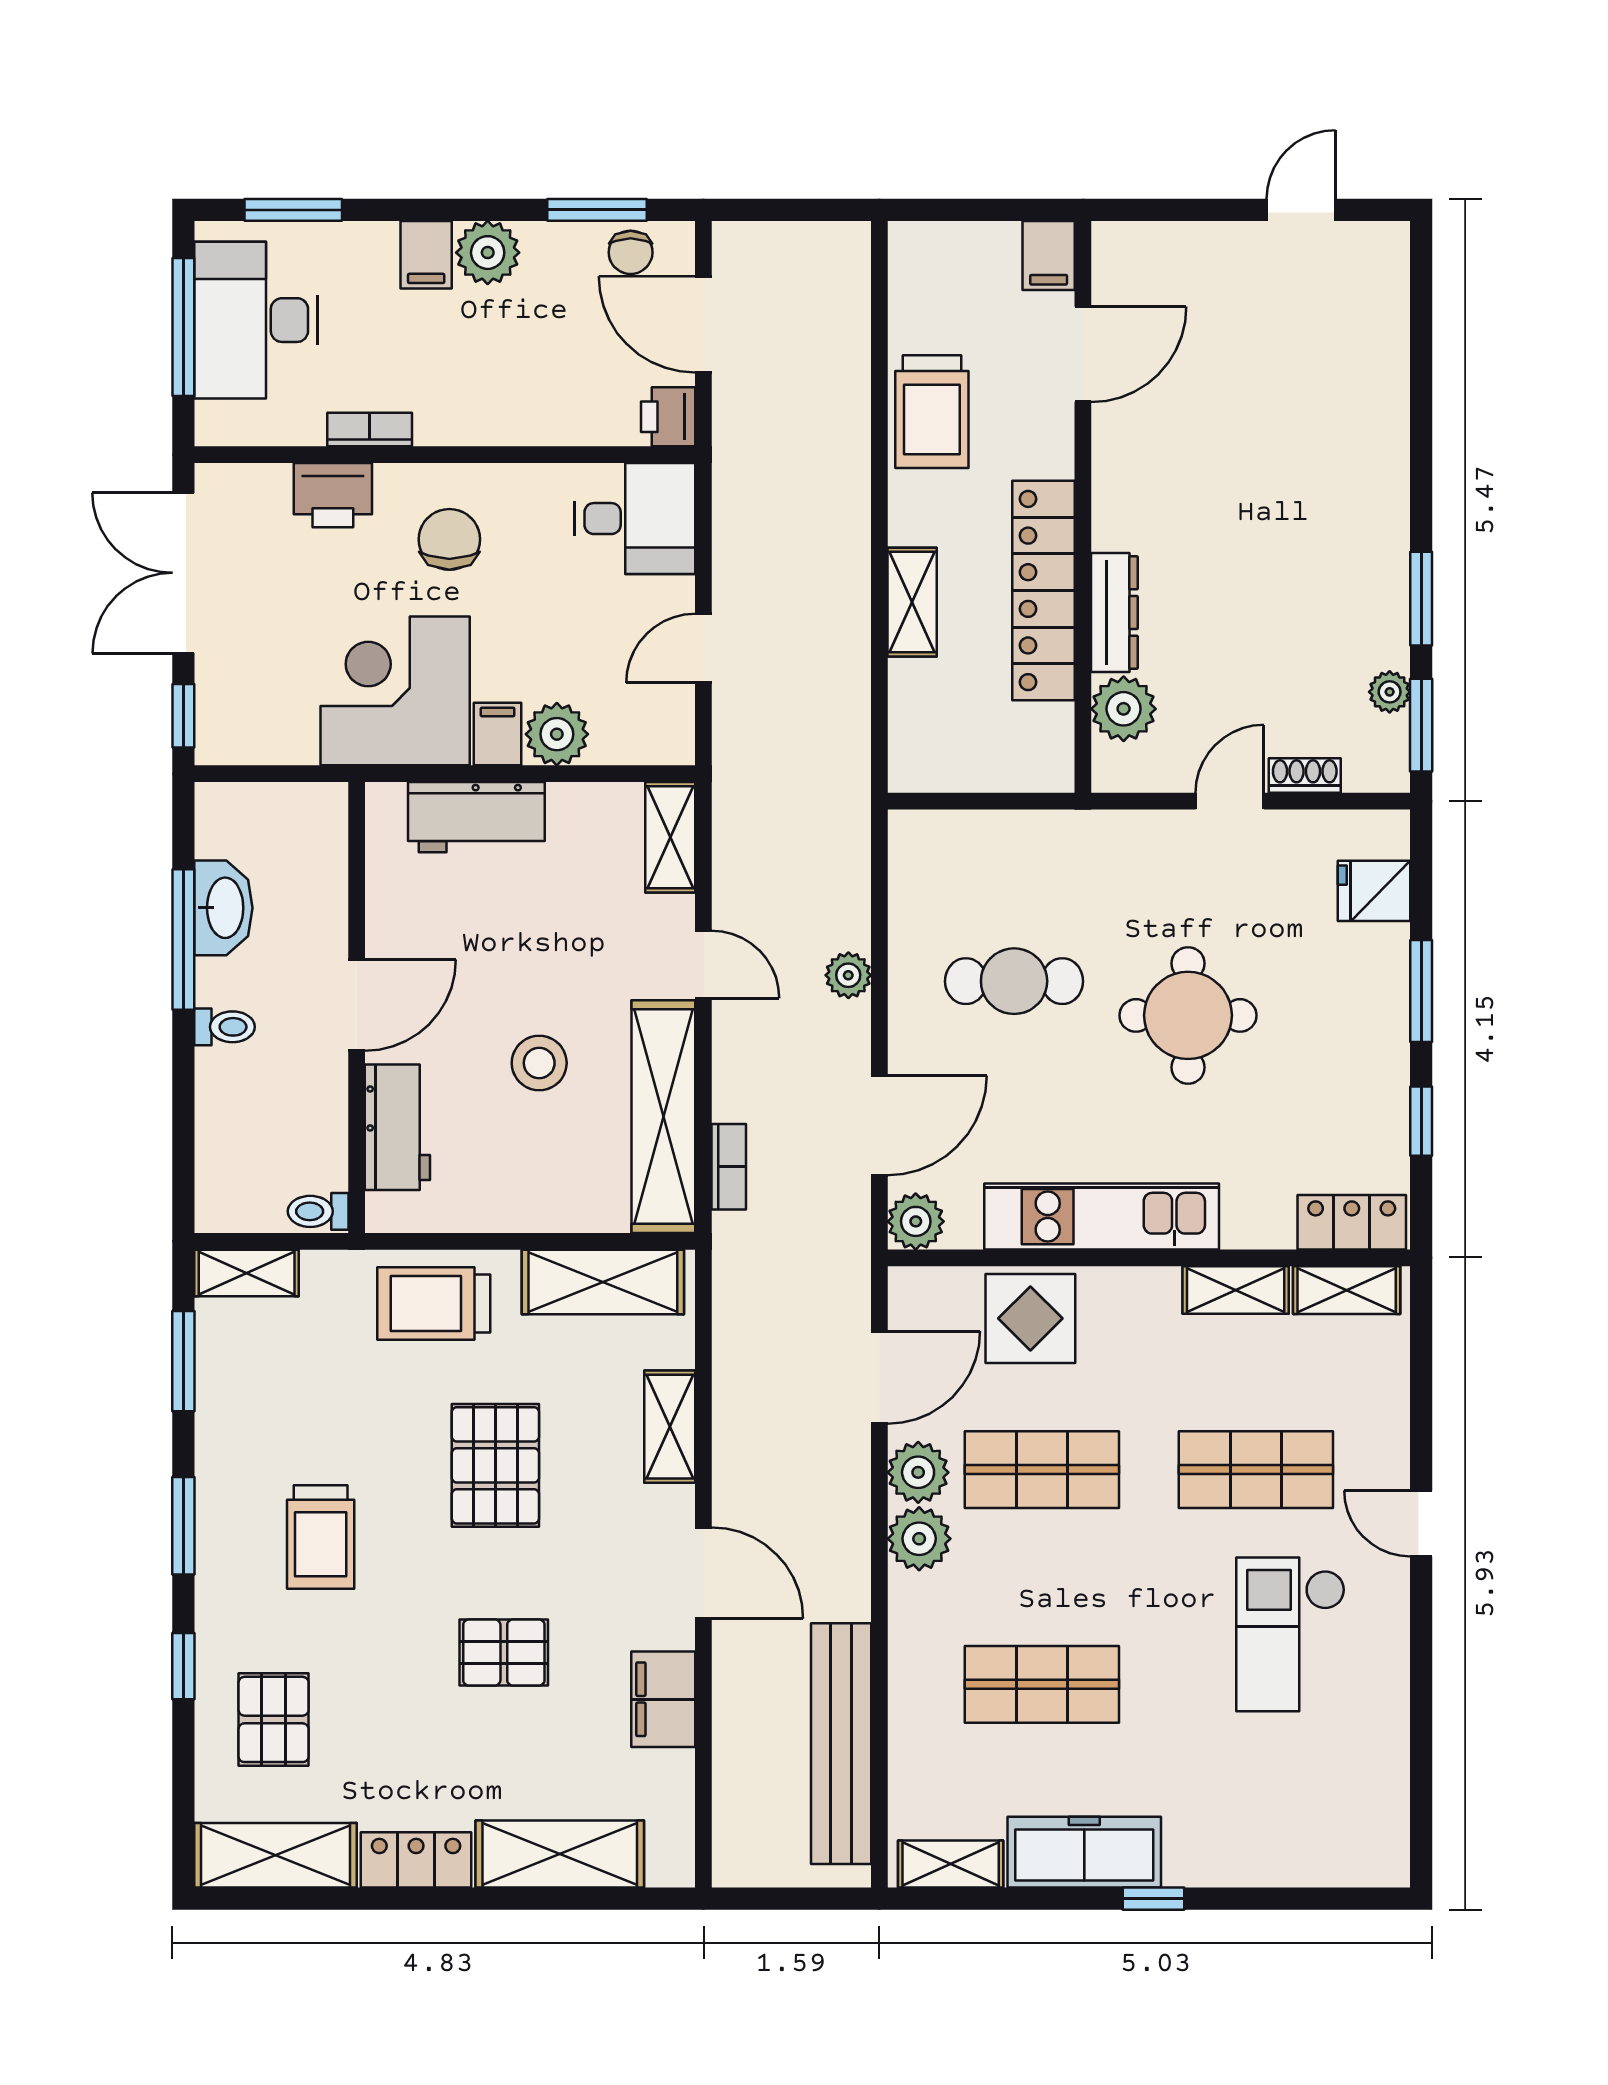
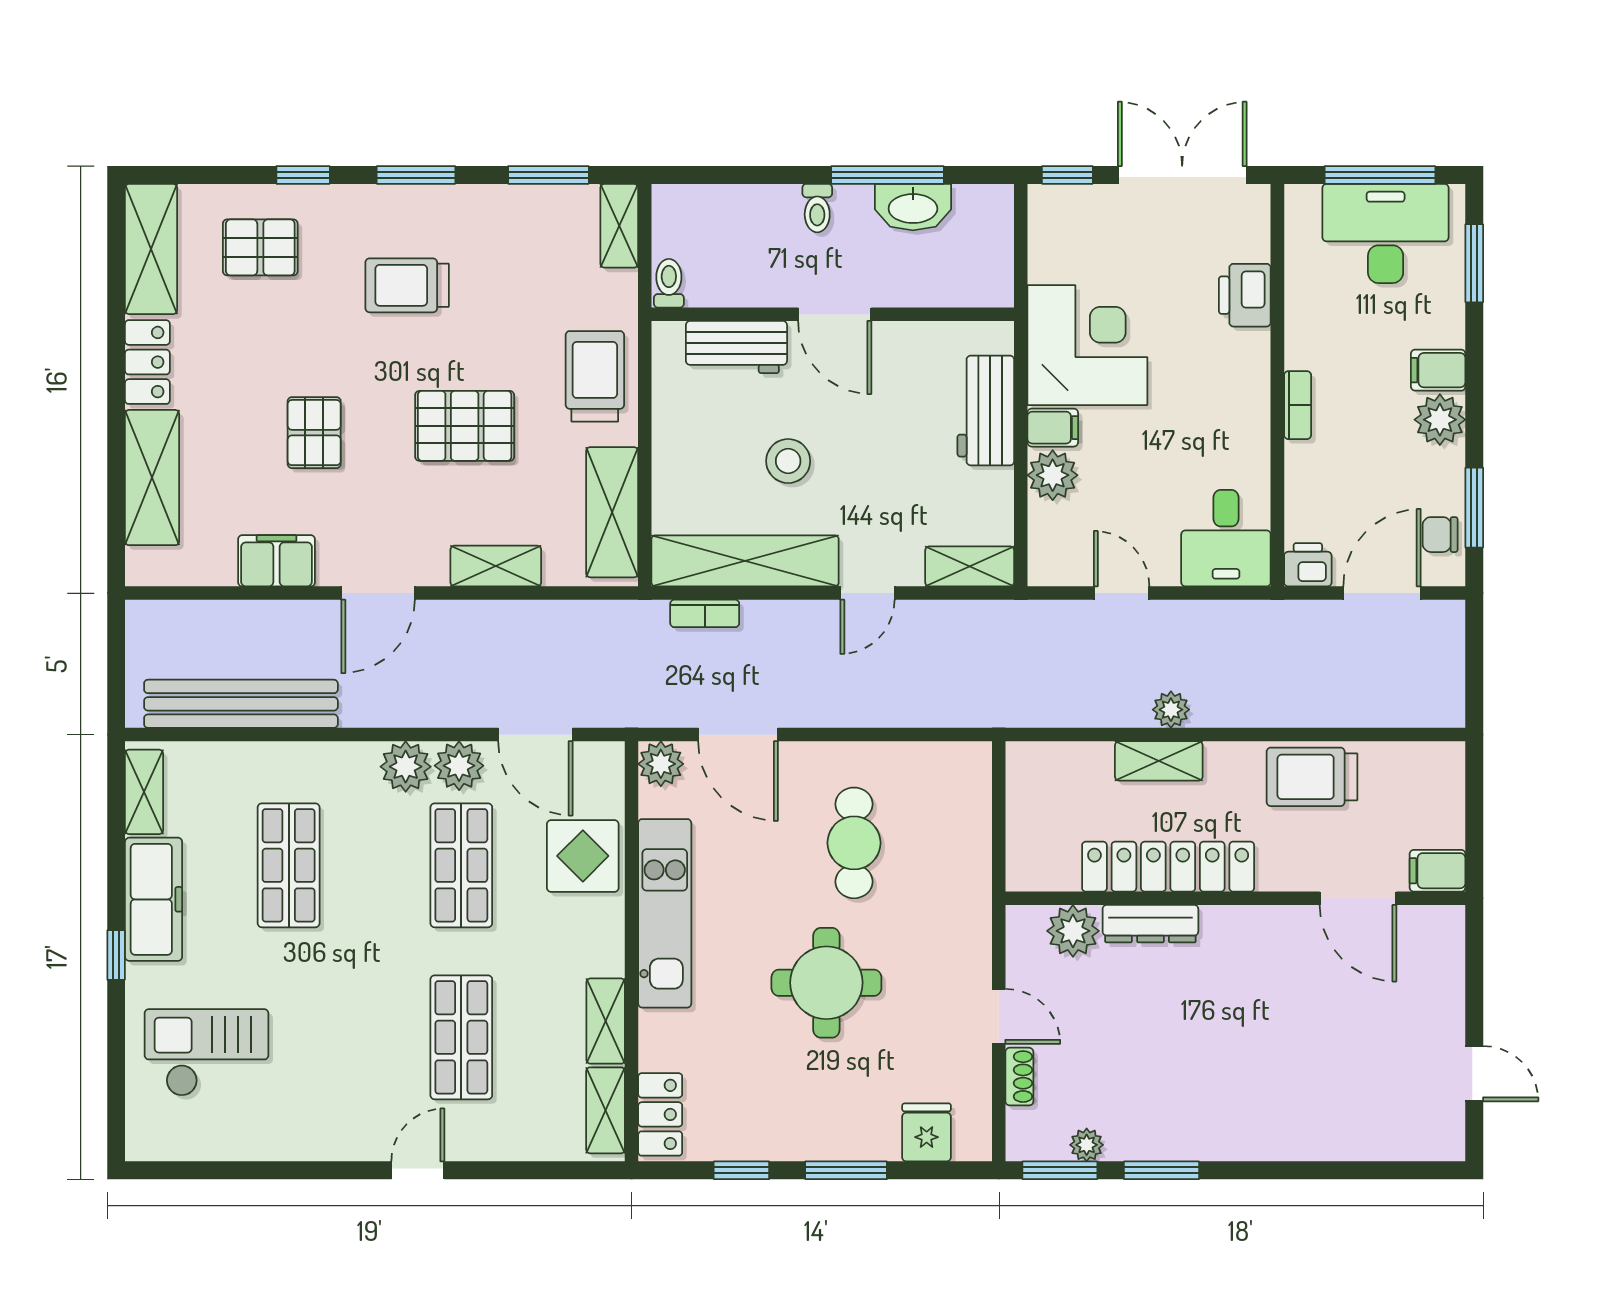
bookcase: (370, 429) -> (1298, 405), moved
chair: (449, 539) -> (1209, 389), removed
plant: (848, 975) -> (1171, 710), moved
checkout: (1291, 1634) -> (207, 1053), moved

